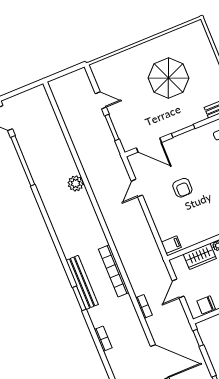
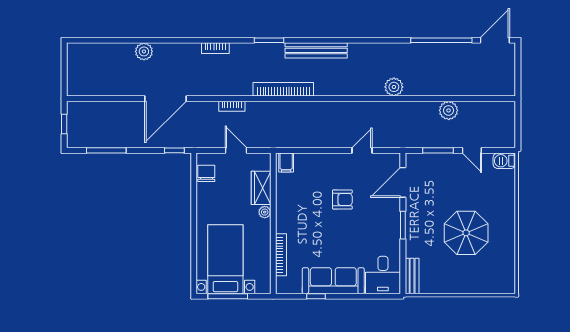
barbecue: (98, 71) -> (504, 161), added
door: (101, 100) -> (472, 150), hinge flipped
plant: (77, 132) -> (449, 110), added
door: (137, 188) -> (362, 150), hinge flipped
armchair: (182, 188) -> (342, 200), turned 180
bench: (82, 282) -> (316, 50), moved

